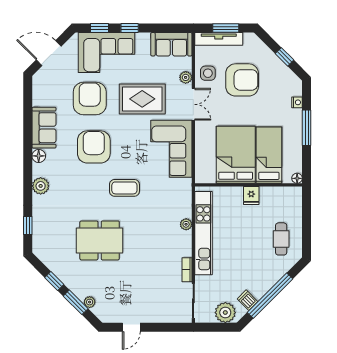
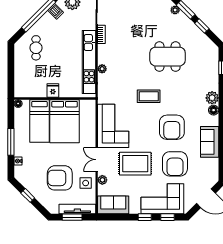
floor lamp: (39, 156) -> (214, 110), moved
cafe table: (281, 239) -> (36, 48), moved

